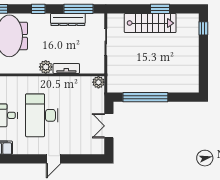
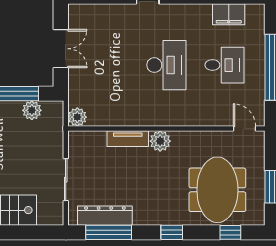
dresser: (68, 20) -> (105, 216), moved
plant: (127, 87) -> (32, 110), added
desk: (42, 115) -> (166, 65), width x0.73, depth x0.77

